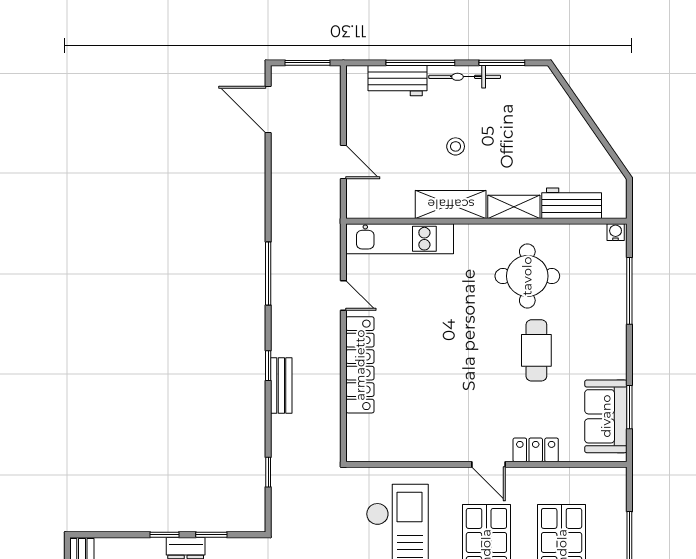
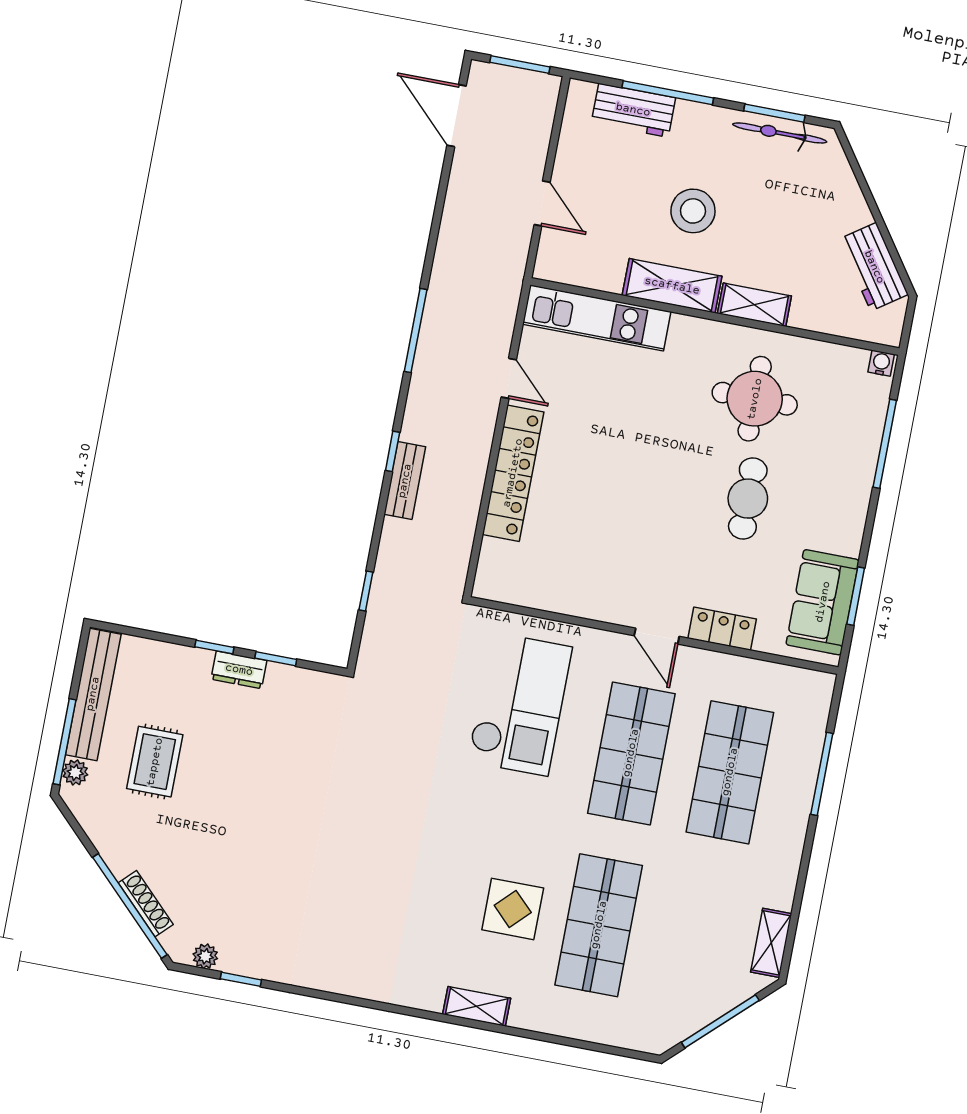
bicycle: (465, 77) -> (780, 133), moved
stool: (456, 146) -> (693, 211), width x1.89, depth x1.89
workbench: (572, 203) -> (874, 267), moved, turned -125

